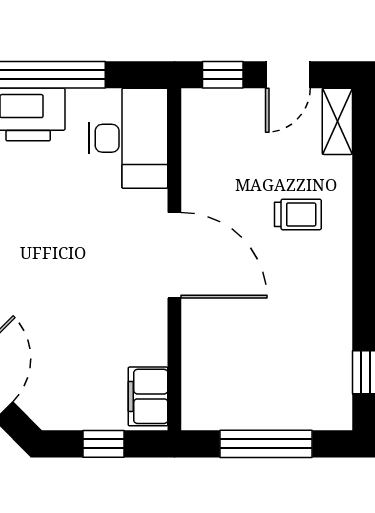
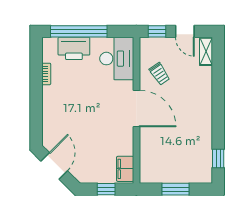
door: (288, 75) -> (185, 31), hinge flipped
trolley: (298, 214) -> (160, 74), moved, turned 56
window: (266, 444) -> (176, 189), width x0.69

